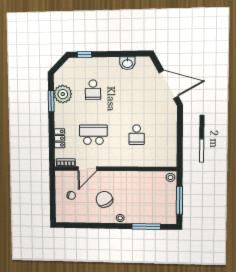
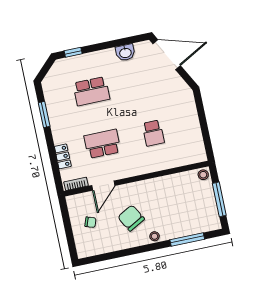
door: (169, 84) -> (167, 55), moved
school desk: (93, 90) -> (91, 91), width x1.85
plant: (63, 94) -> (56, 103), removed

